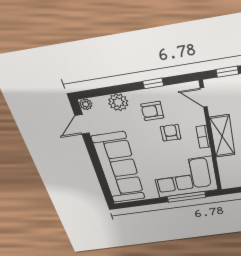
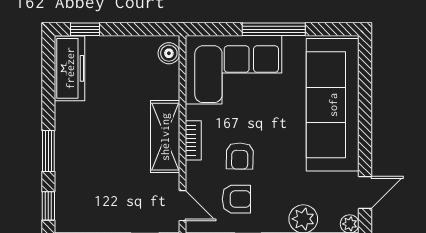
armchair: (152, 111) -> (236, 199), moved
boiler: (227, 180) -> (169, 53), added
window: (186, 197) -> (274, 29), moved

